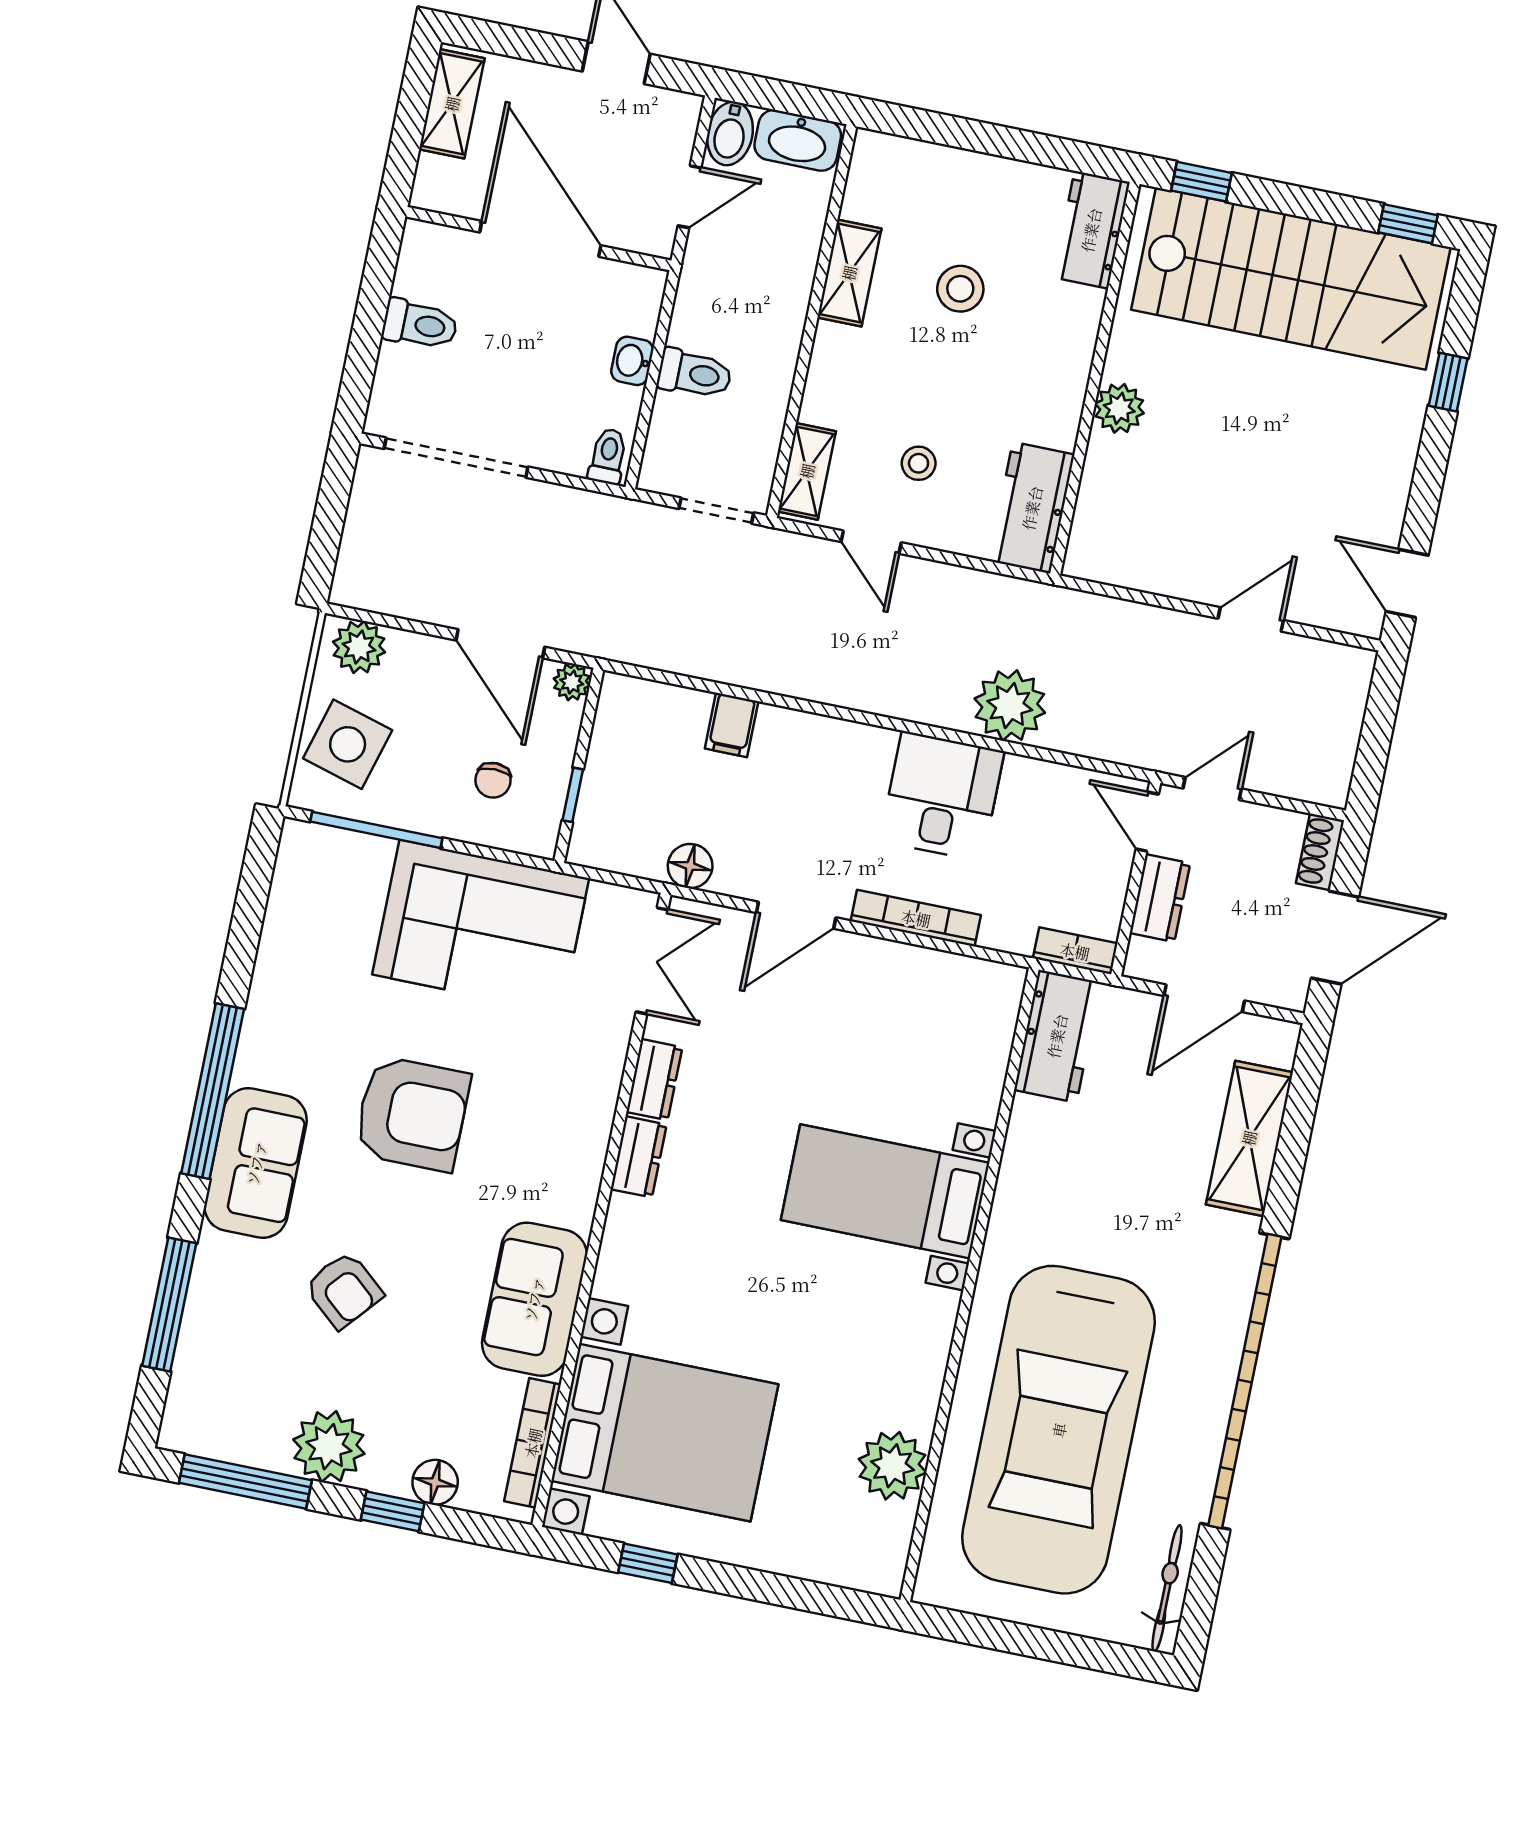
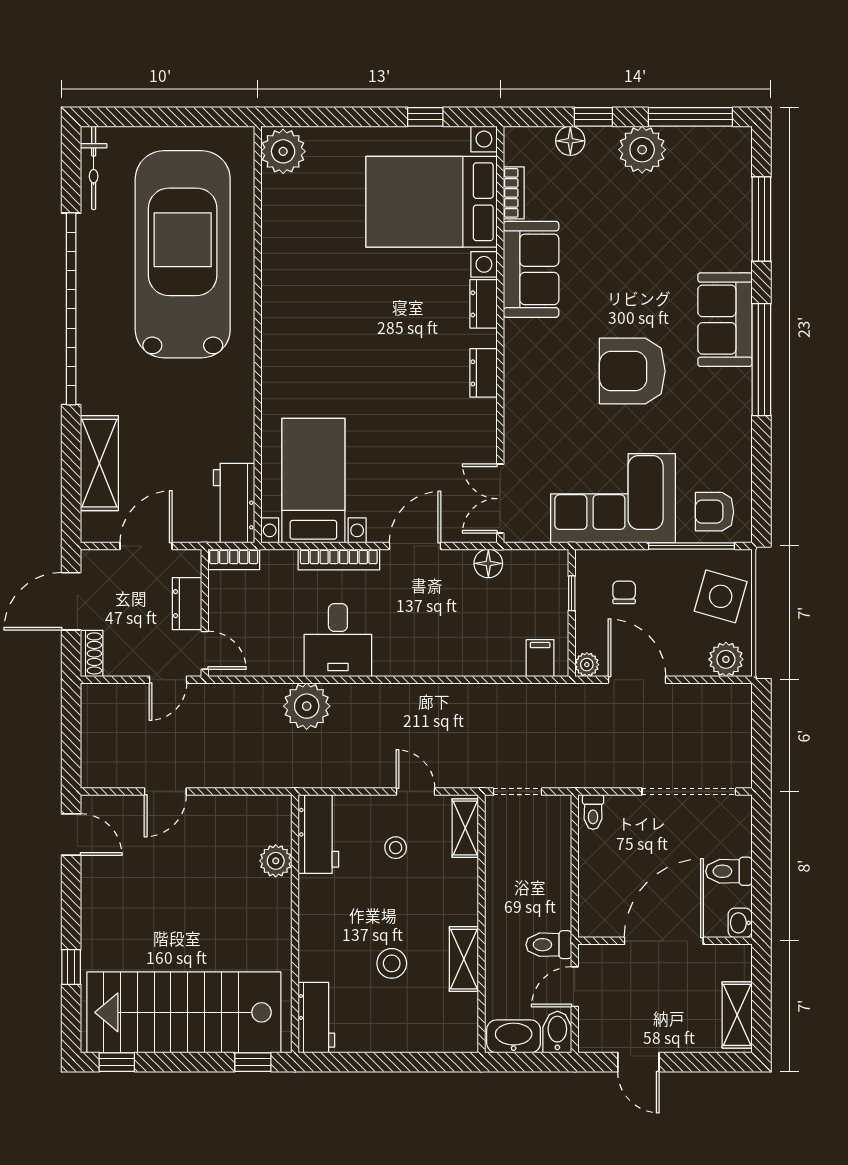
door: (540, 239) -> (664, 941), swing flipped
washbasin: (632, 361) -> (740, 923), moved, turned 180
toilet: (695, 374) -> (549, 945), moved
plant: (1119, 408) -> (276, 861), moved
filing cabinet: (732, 725) -> (540, 658), moved
dresser: (654, 1080) -> (483, 304), moved
bed with nightstands: (885, 1191) -> (313, 481), moved, turned -90
armchair: (344, 1290) -> (715, 512), moved, turned -41
bookcase: (533, 1443) -> (514, 193), width x0.64
plant: (892, 1466) -> (283, 151), moved

